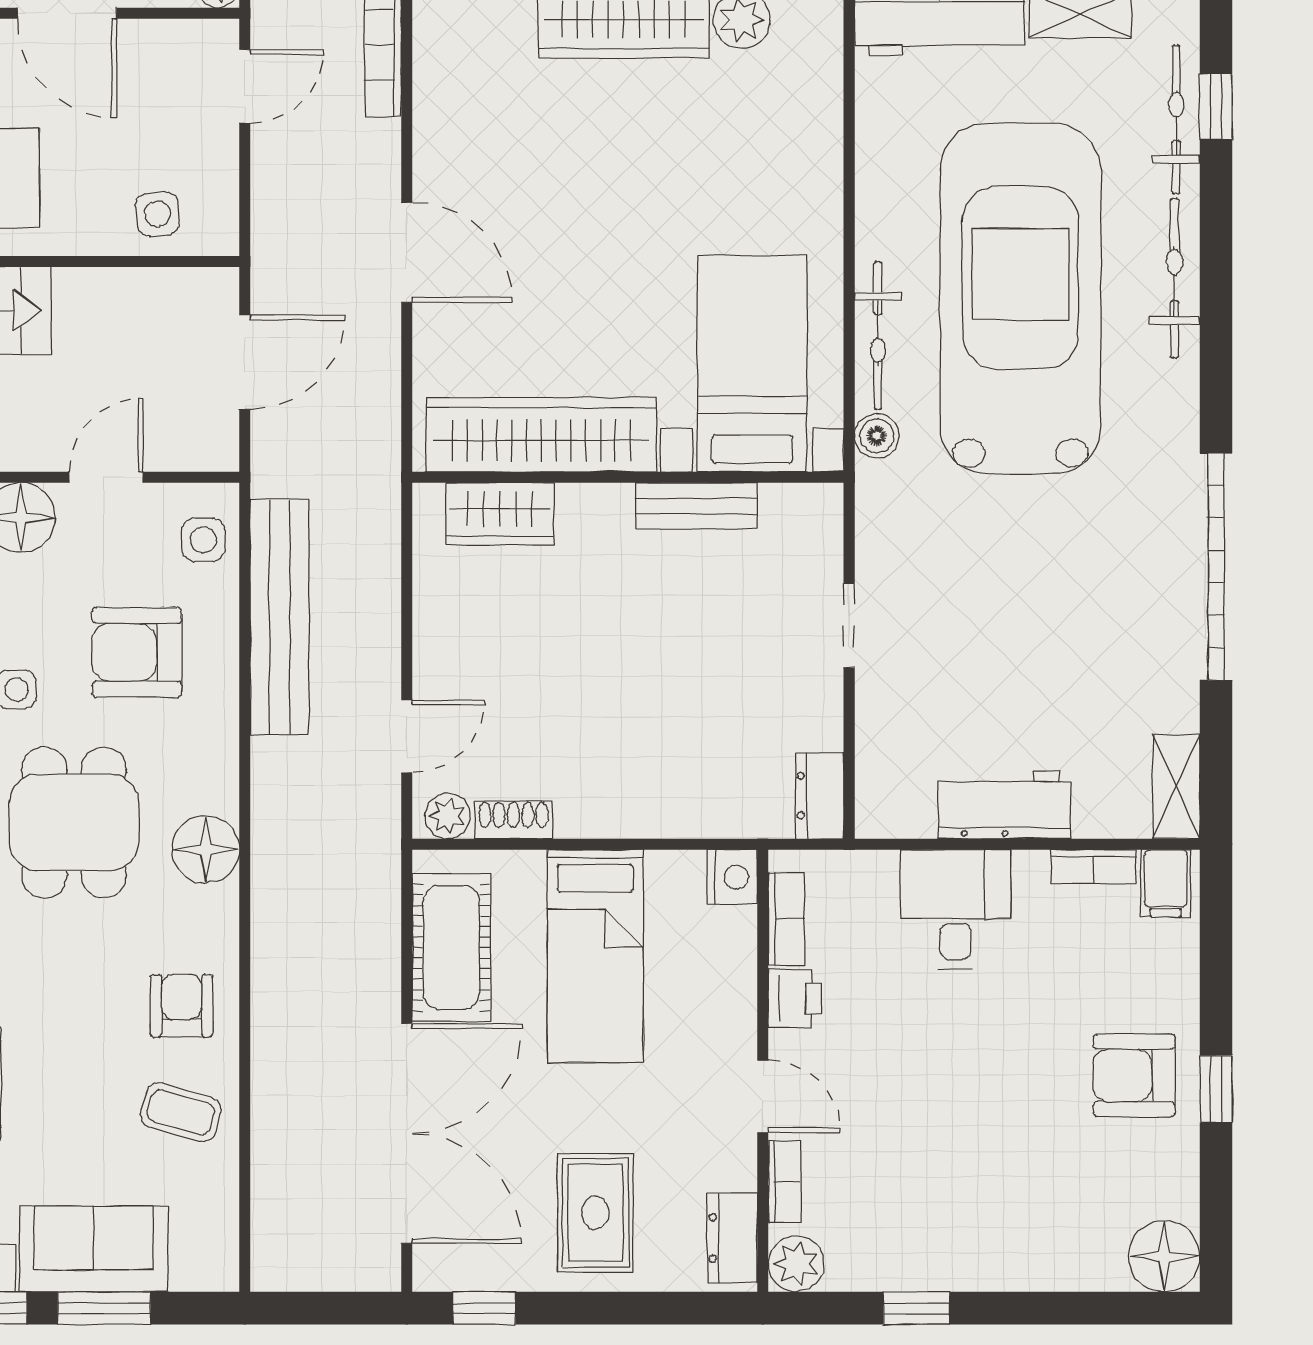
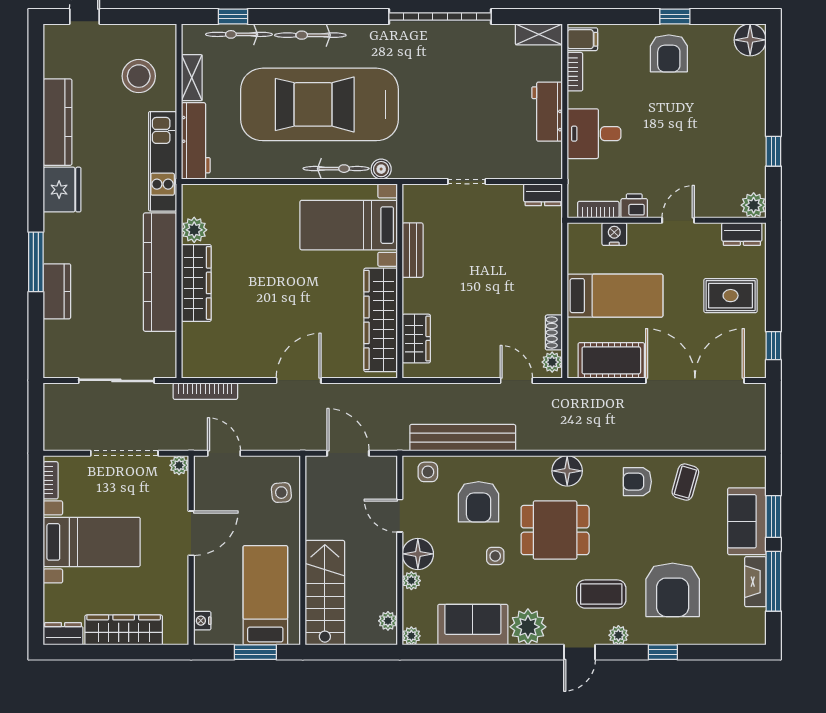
nightstand: (732, 877) -> (614, 234), moved
bookcase: (785, 1182) -> (717, 211), removed

